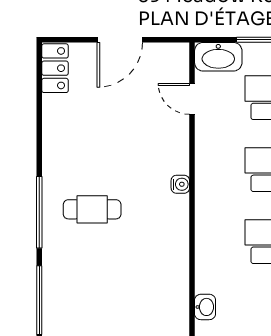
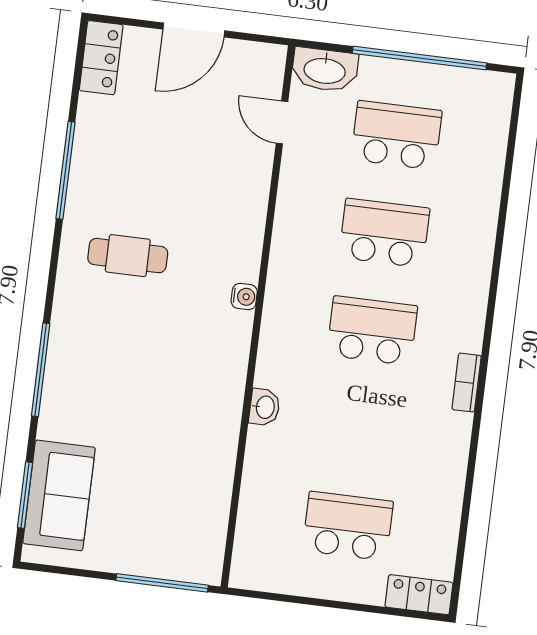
water cooler: (180, 184) -> (244, 297), moved
window: (39, 212) -> (66, 170), moved

